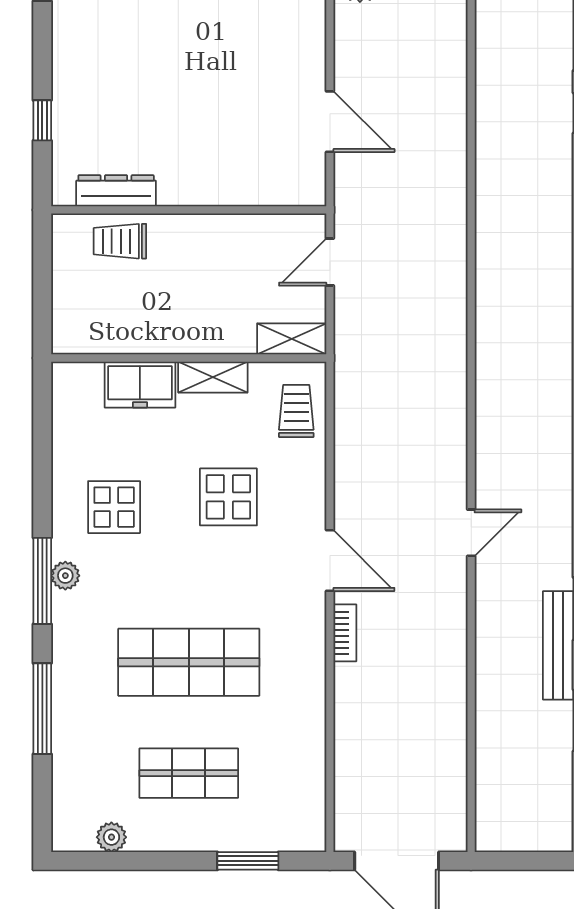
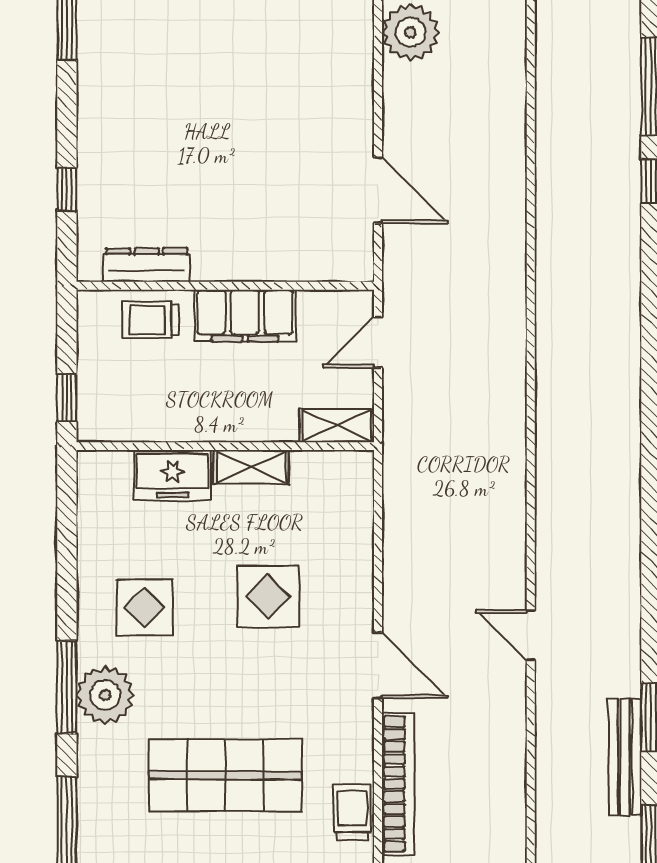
filing cabinet: (207, 237) -> (245, 316), added
window: (42, 314) -> (67, 398), added
trolley: (296, 411) -> (352, 812), moved
door: (471, 533) -> (531, 635), swing flipped
plant: (65, 576) -> (105, 695), width x1.88, depth x1.88
bookcase: (345, 633) -> (398, 784), width x2.31, depth x1.31

